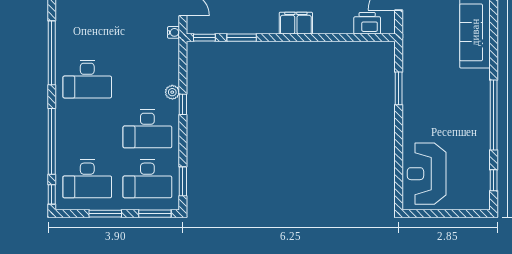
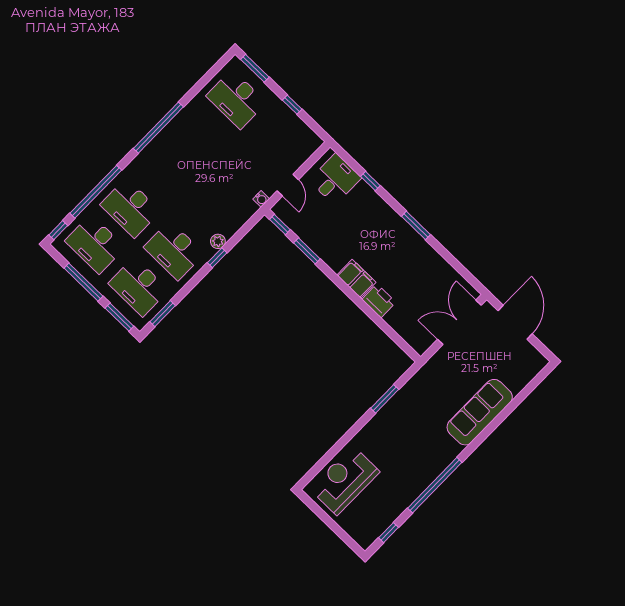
printer: (367, 23) -> (379, 301), moved
desk: (87, 79) -> (130, 208), moved
window: (105, 214) -> (83, 282), width x1.44

